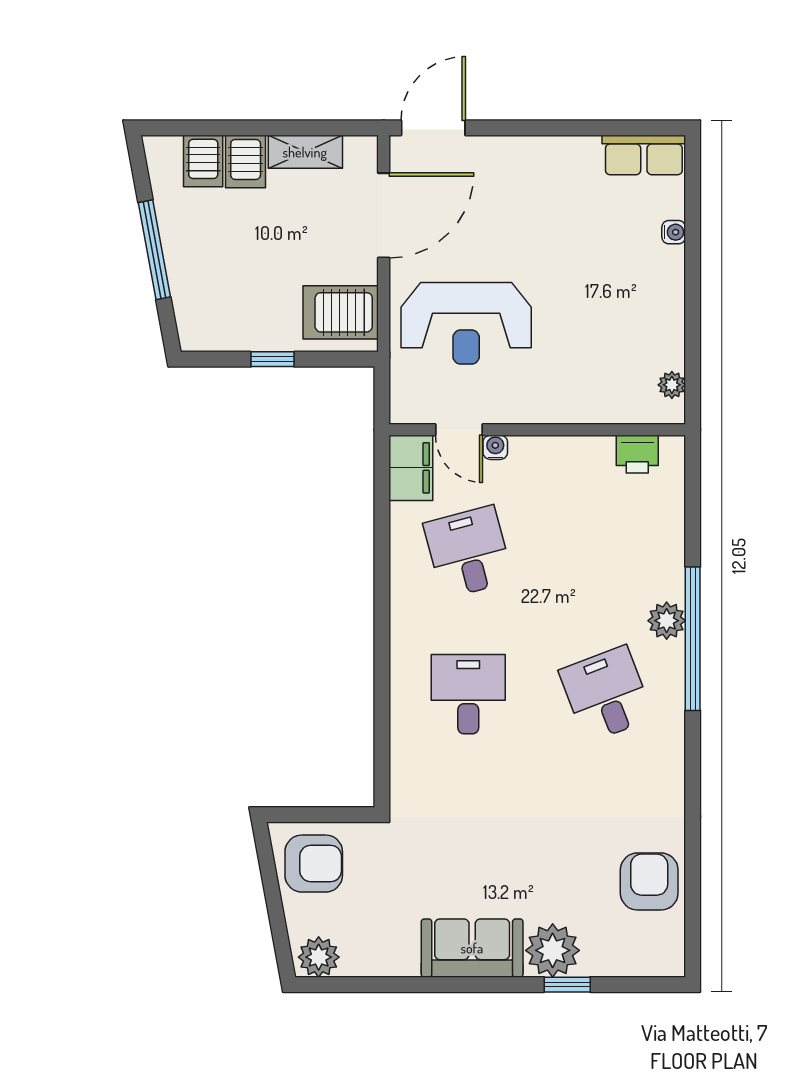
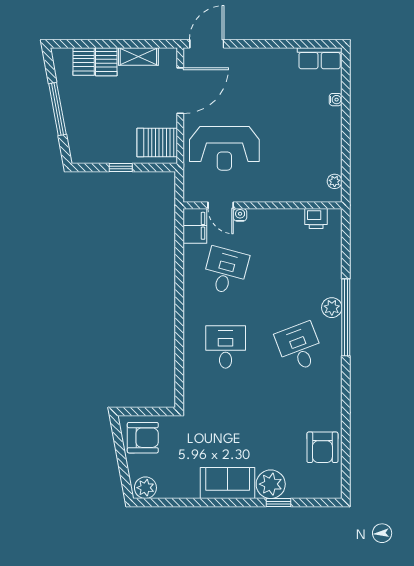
desk: (468, 552) -> (226, 271), turned 30
armchair: (649, 881) -> (322, 447), turned 180

